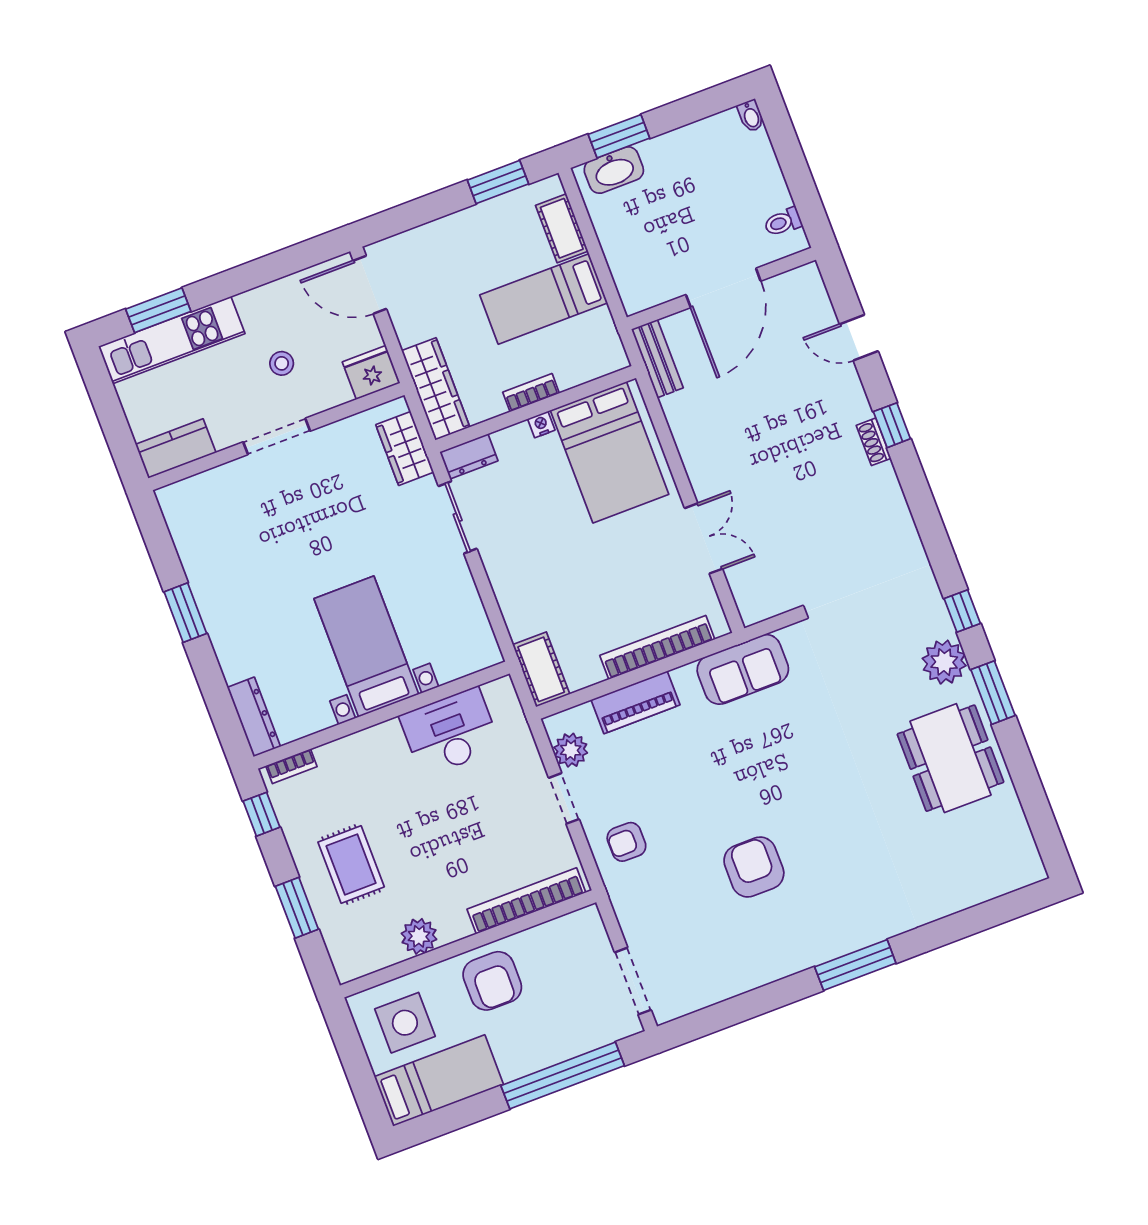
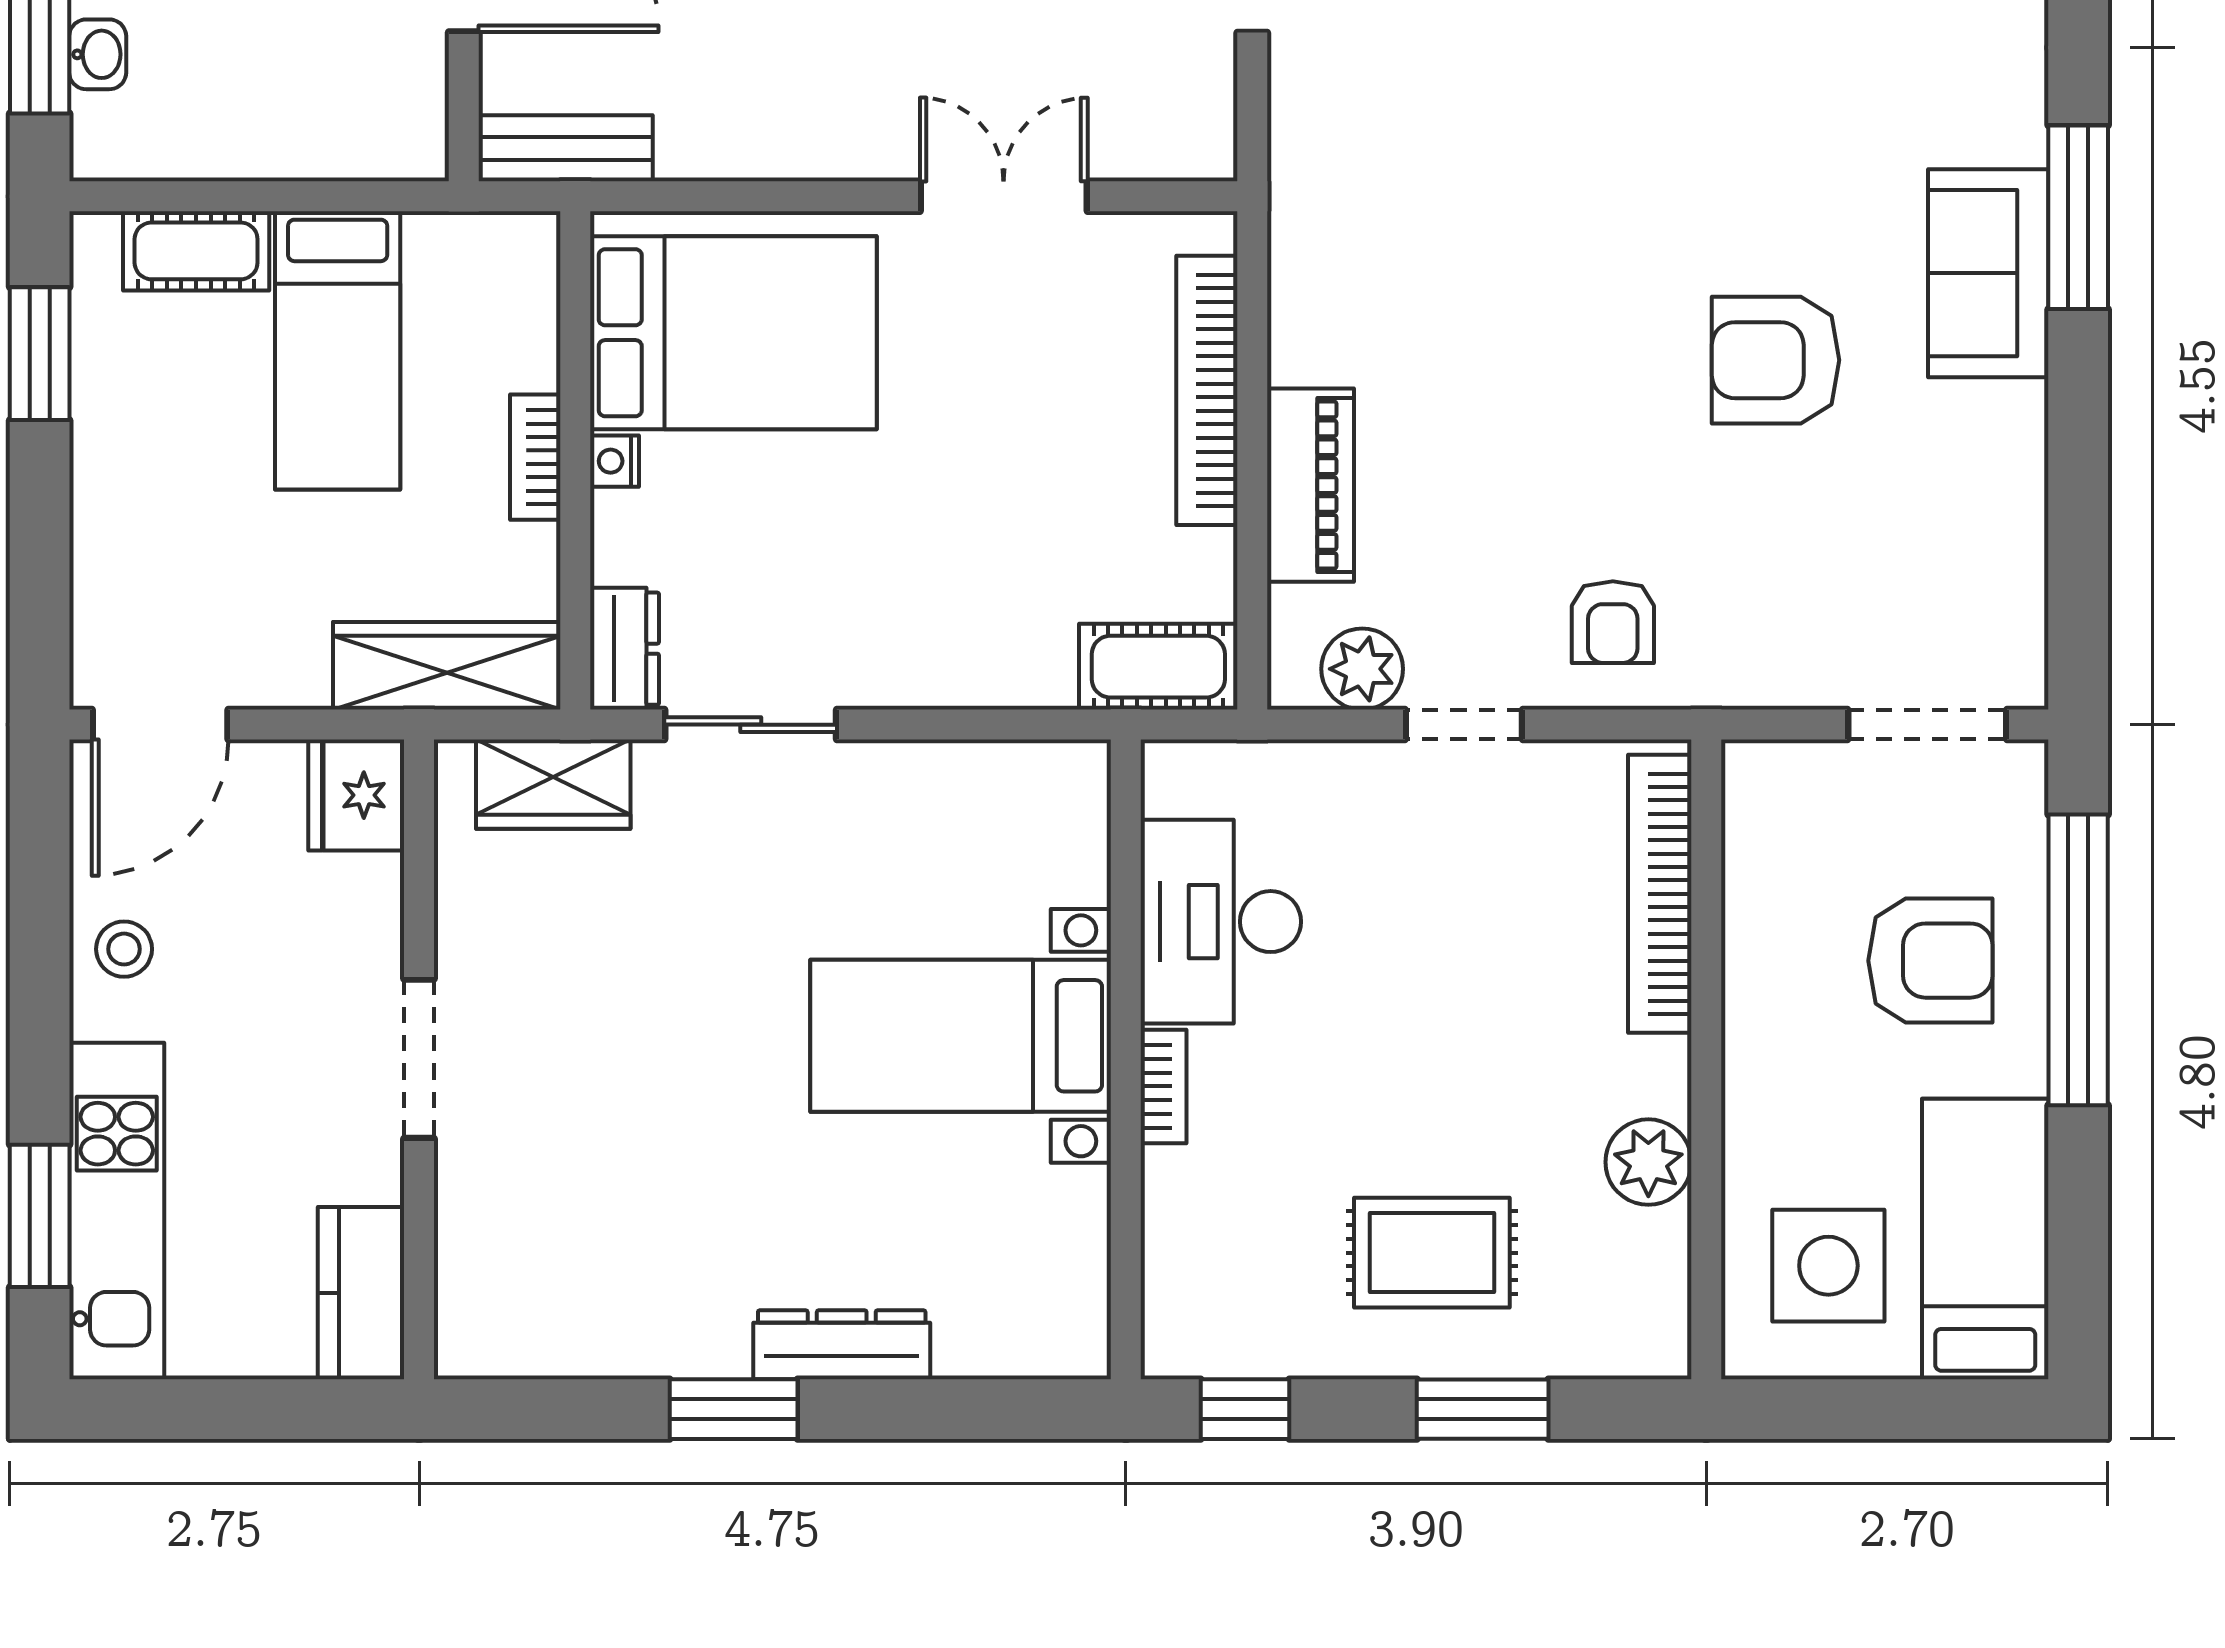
washbasin: (614, 170) -> (98, 54), width x0.52, depth x0.69
stool: (282, 363) -> (124, 949), moved
sofa: (743, 669) -> (1988, 273), moved, turned 180
dresser: (254, 717) -> (842, 1345), moved
bookcase: (291, 766) -> (1164, 1086), moved
armchair: (492, 981) -> (1930, 961), moved

